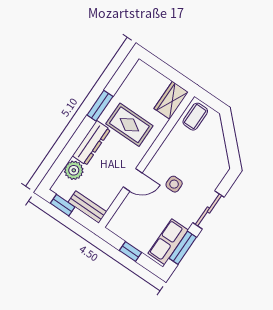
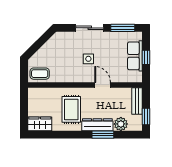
wardrobe: (171, 100) -> (40, 124), moved, turned 180
window: (100, 106) -> (103, 135), moved
row of seats: (168, 242) -> (135, 56), moved, turned 90

